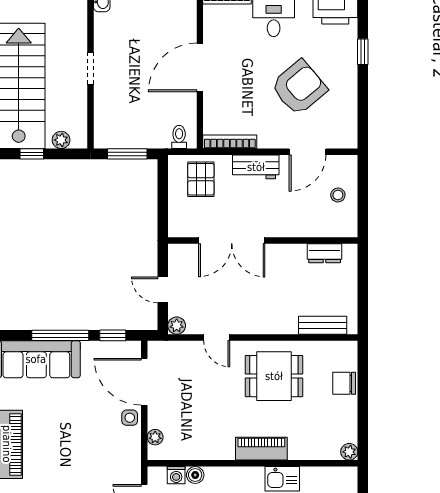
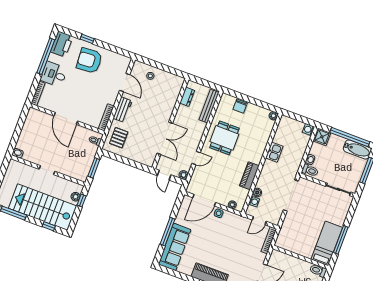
armchair: (299, 88) -> (89, 60), moved, turned -54
window: (32, 154) -> (82, 200), moved
pallet: (201, 179) -> (119, 138), turned 90
double door: (232, 240) -> (165, 138), moved
wall: (263, 240) -> (170, 124), moved
dresser: (325, 253) -> (187, 97), moved
door: (163, 290) -> (164, 175), hinge flipped
bench: (323, 325) -> (209, 106), width x1.36
window: (113, 335) -> (177, 207), removed
piano: (261, 449) -> (249, 176), moved

